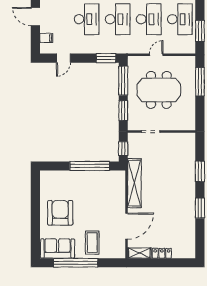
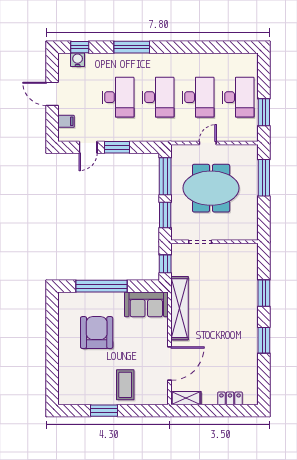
window: (106, 58) -> (117, 147), moved
window: (90, 166) -> (102, 286), moved
armchair: (60, 213) -> (97, 333), moved
sofa: (58, 248) -> (146, 304), moved, turned 180
locker: (162, 253) -> (230, 398), moved
window: (76, 263) -> (104, 411), width x0.47

